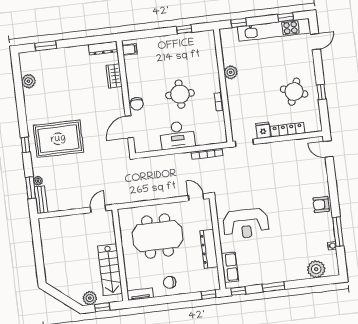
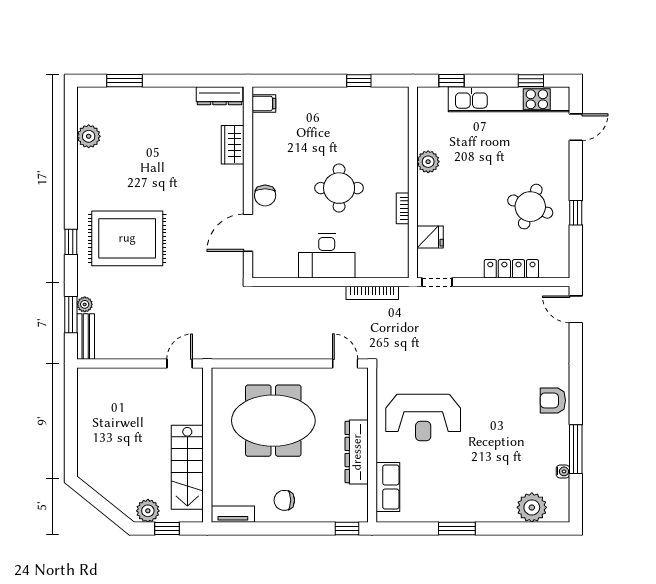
fridge: (263, 130) -> (430, 237), moved, turned 90
window: (238, 291) -> (397, 528), removed

